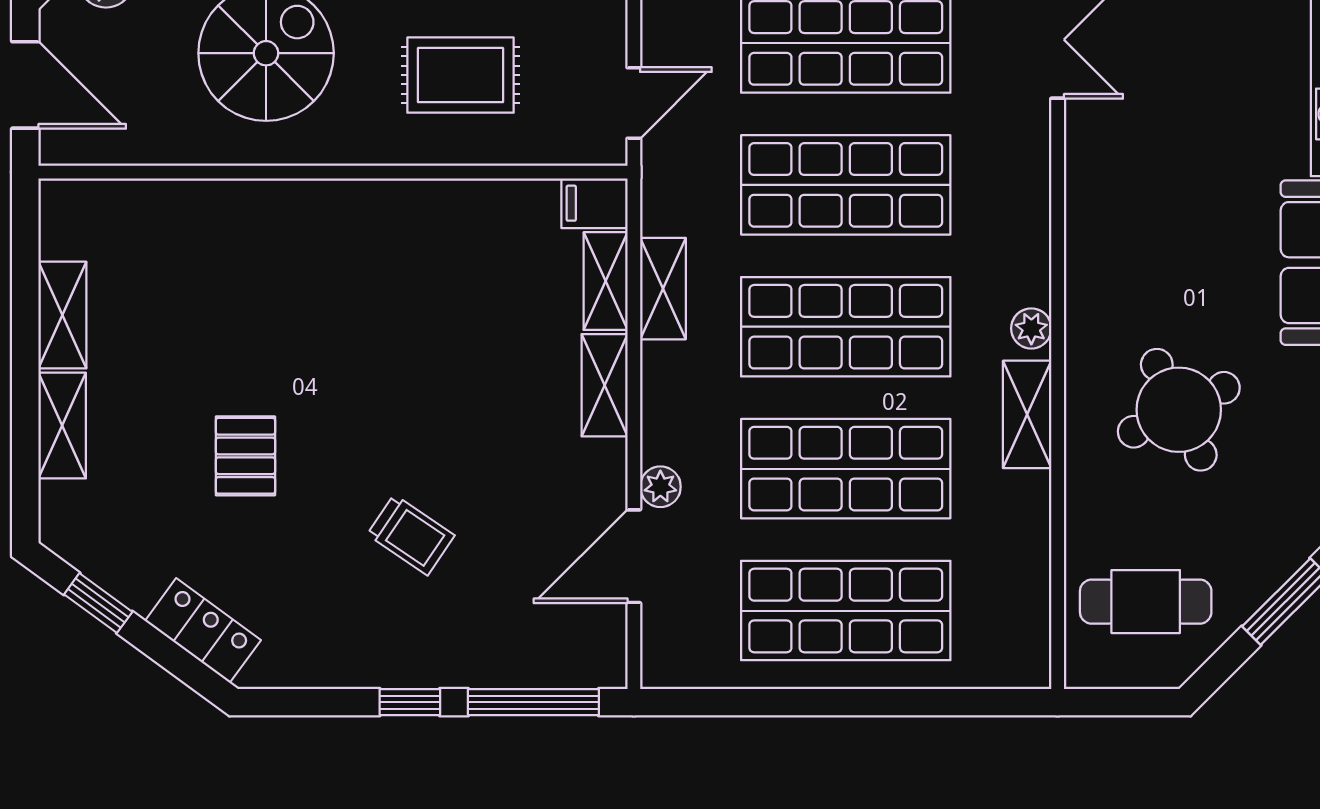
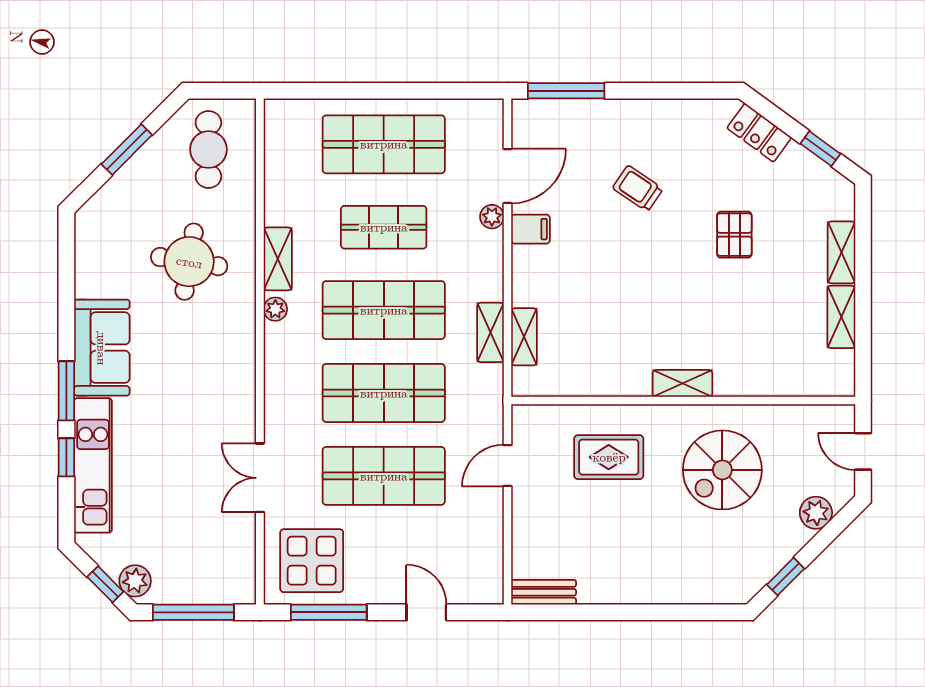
door: (25, 85) -> (863, 451), width x0.73
door: (634, 103) -> (507, 466), moved
filing cabinet: (594, 203) -> (531, 229), moved
shelving: (605, 385) -> (682, 383), moved, turned 90
round table: (1179, 410) -> (189, 262), turned 35
shop shelf: (846, 469) -> (384, 227), width x0.70, depth x0.74
cafe table: (1146, 602) -> (208, 150), turned 90
window: (410, 702) -> (638, 91), removed

